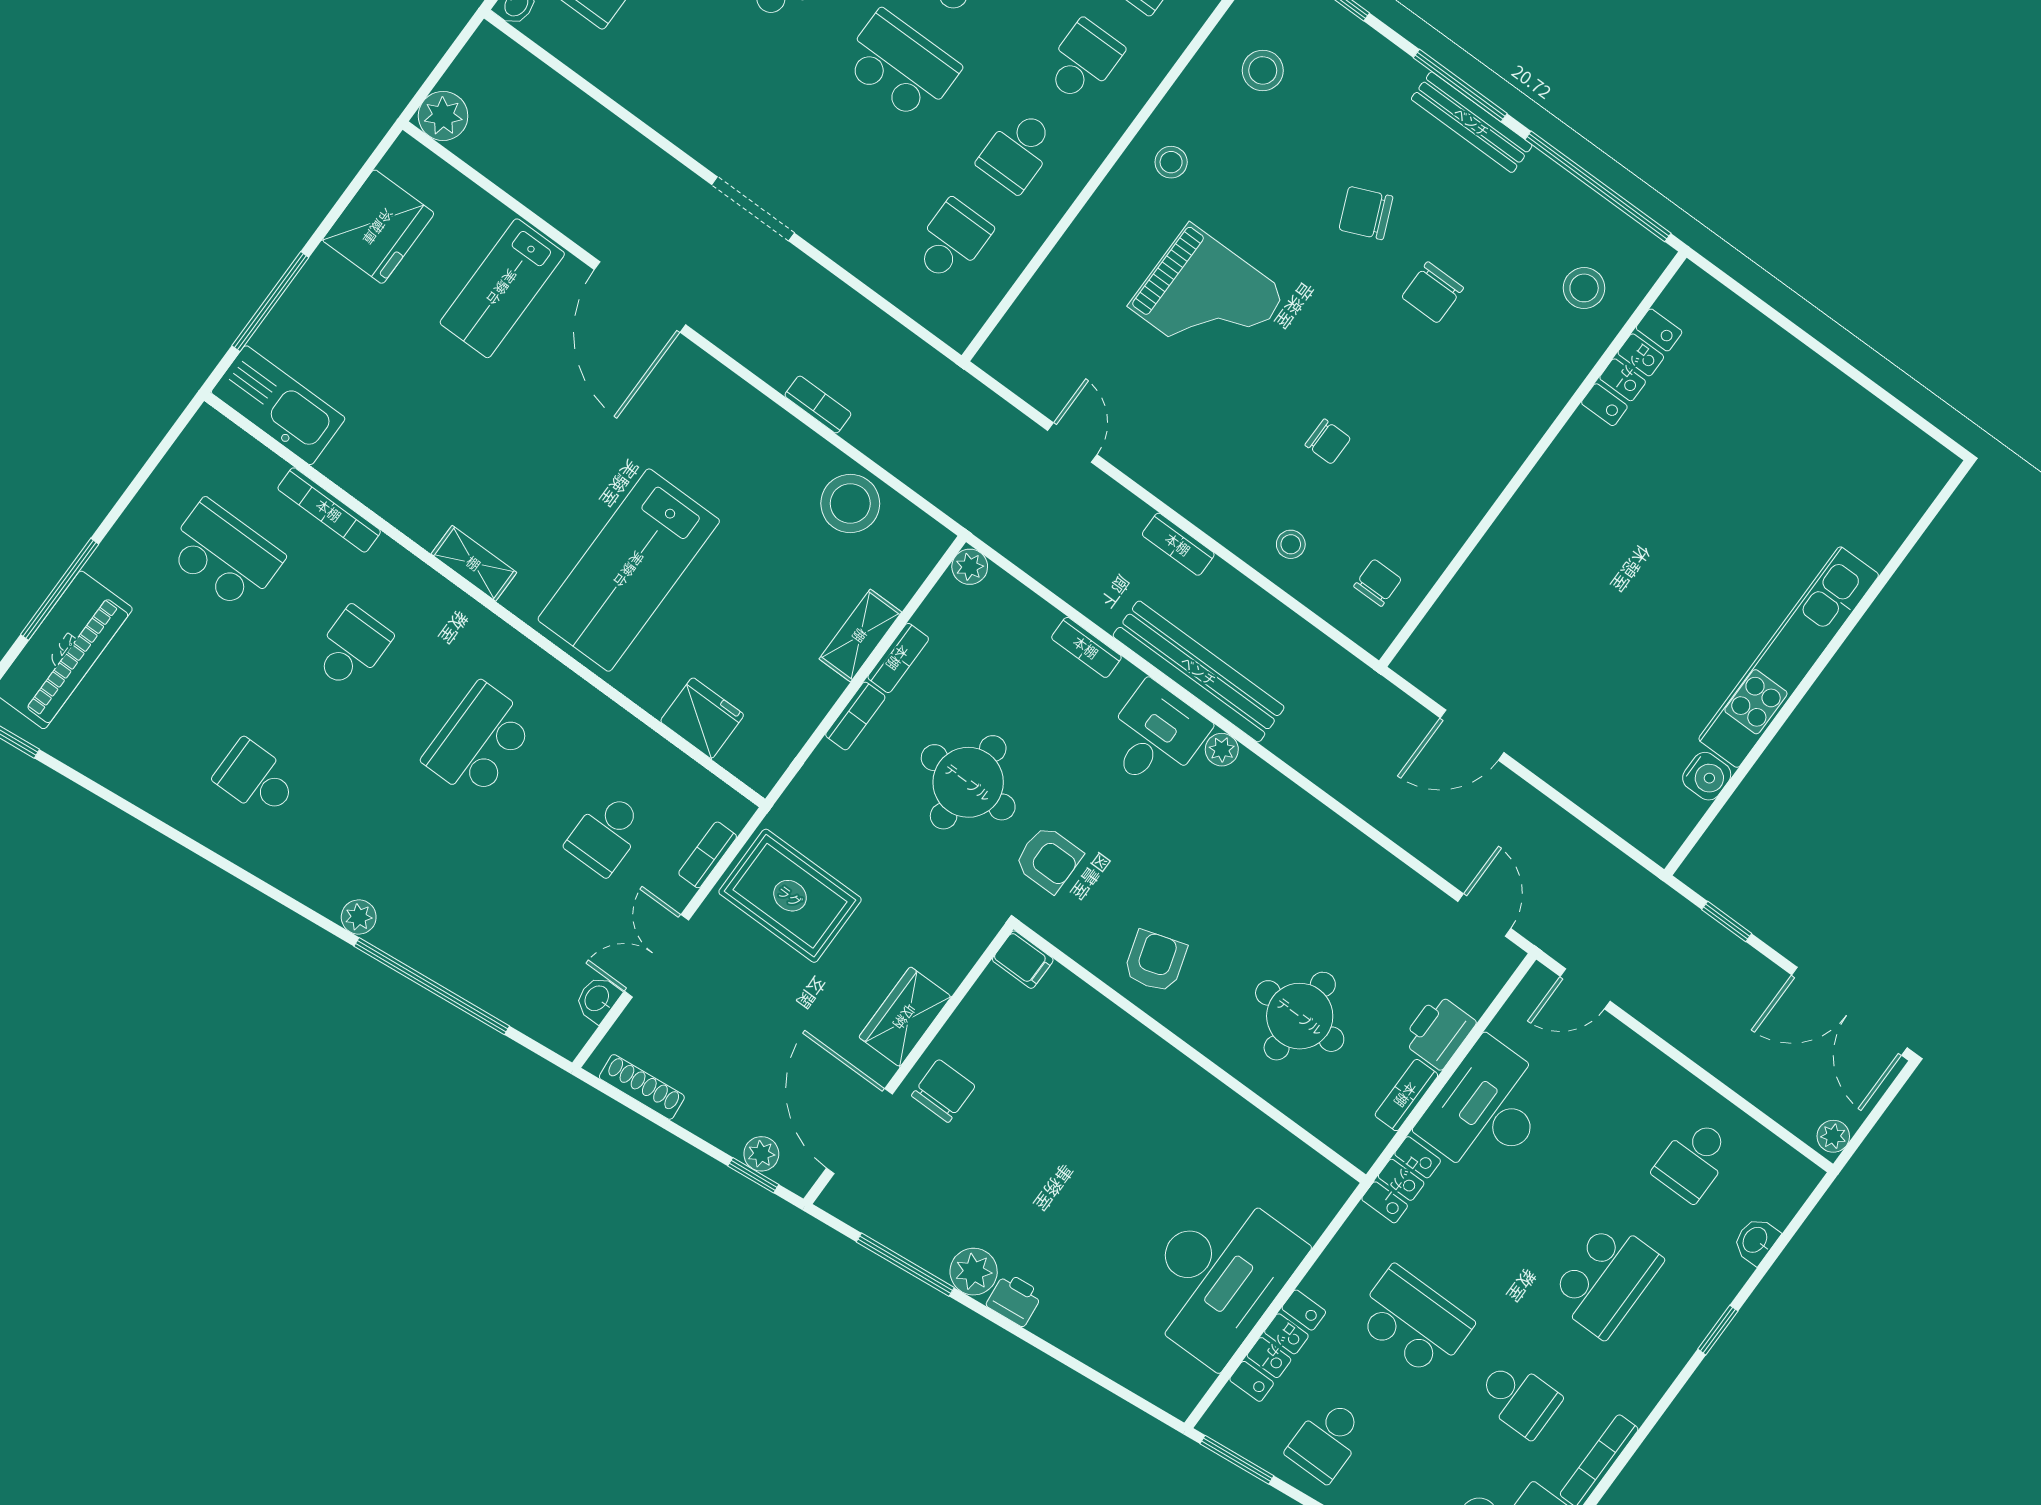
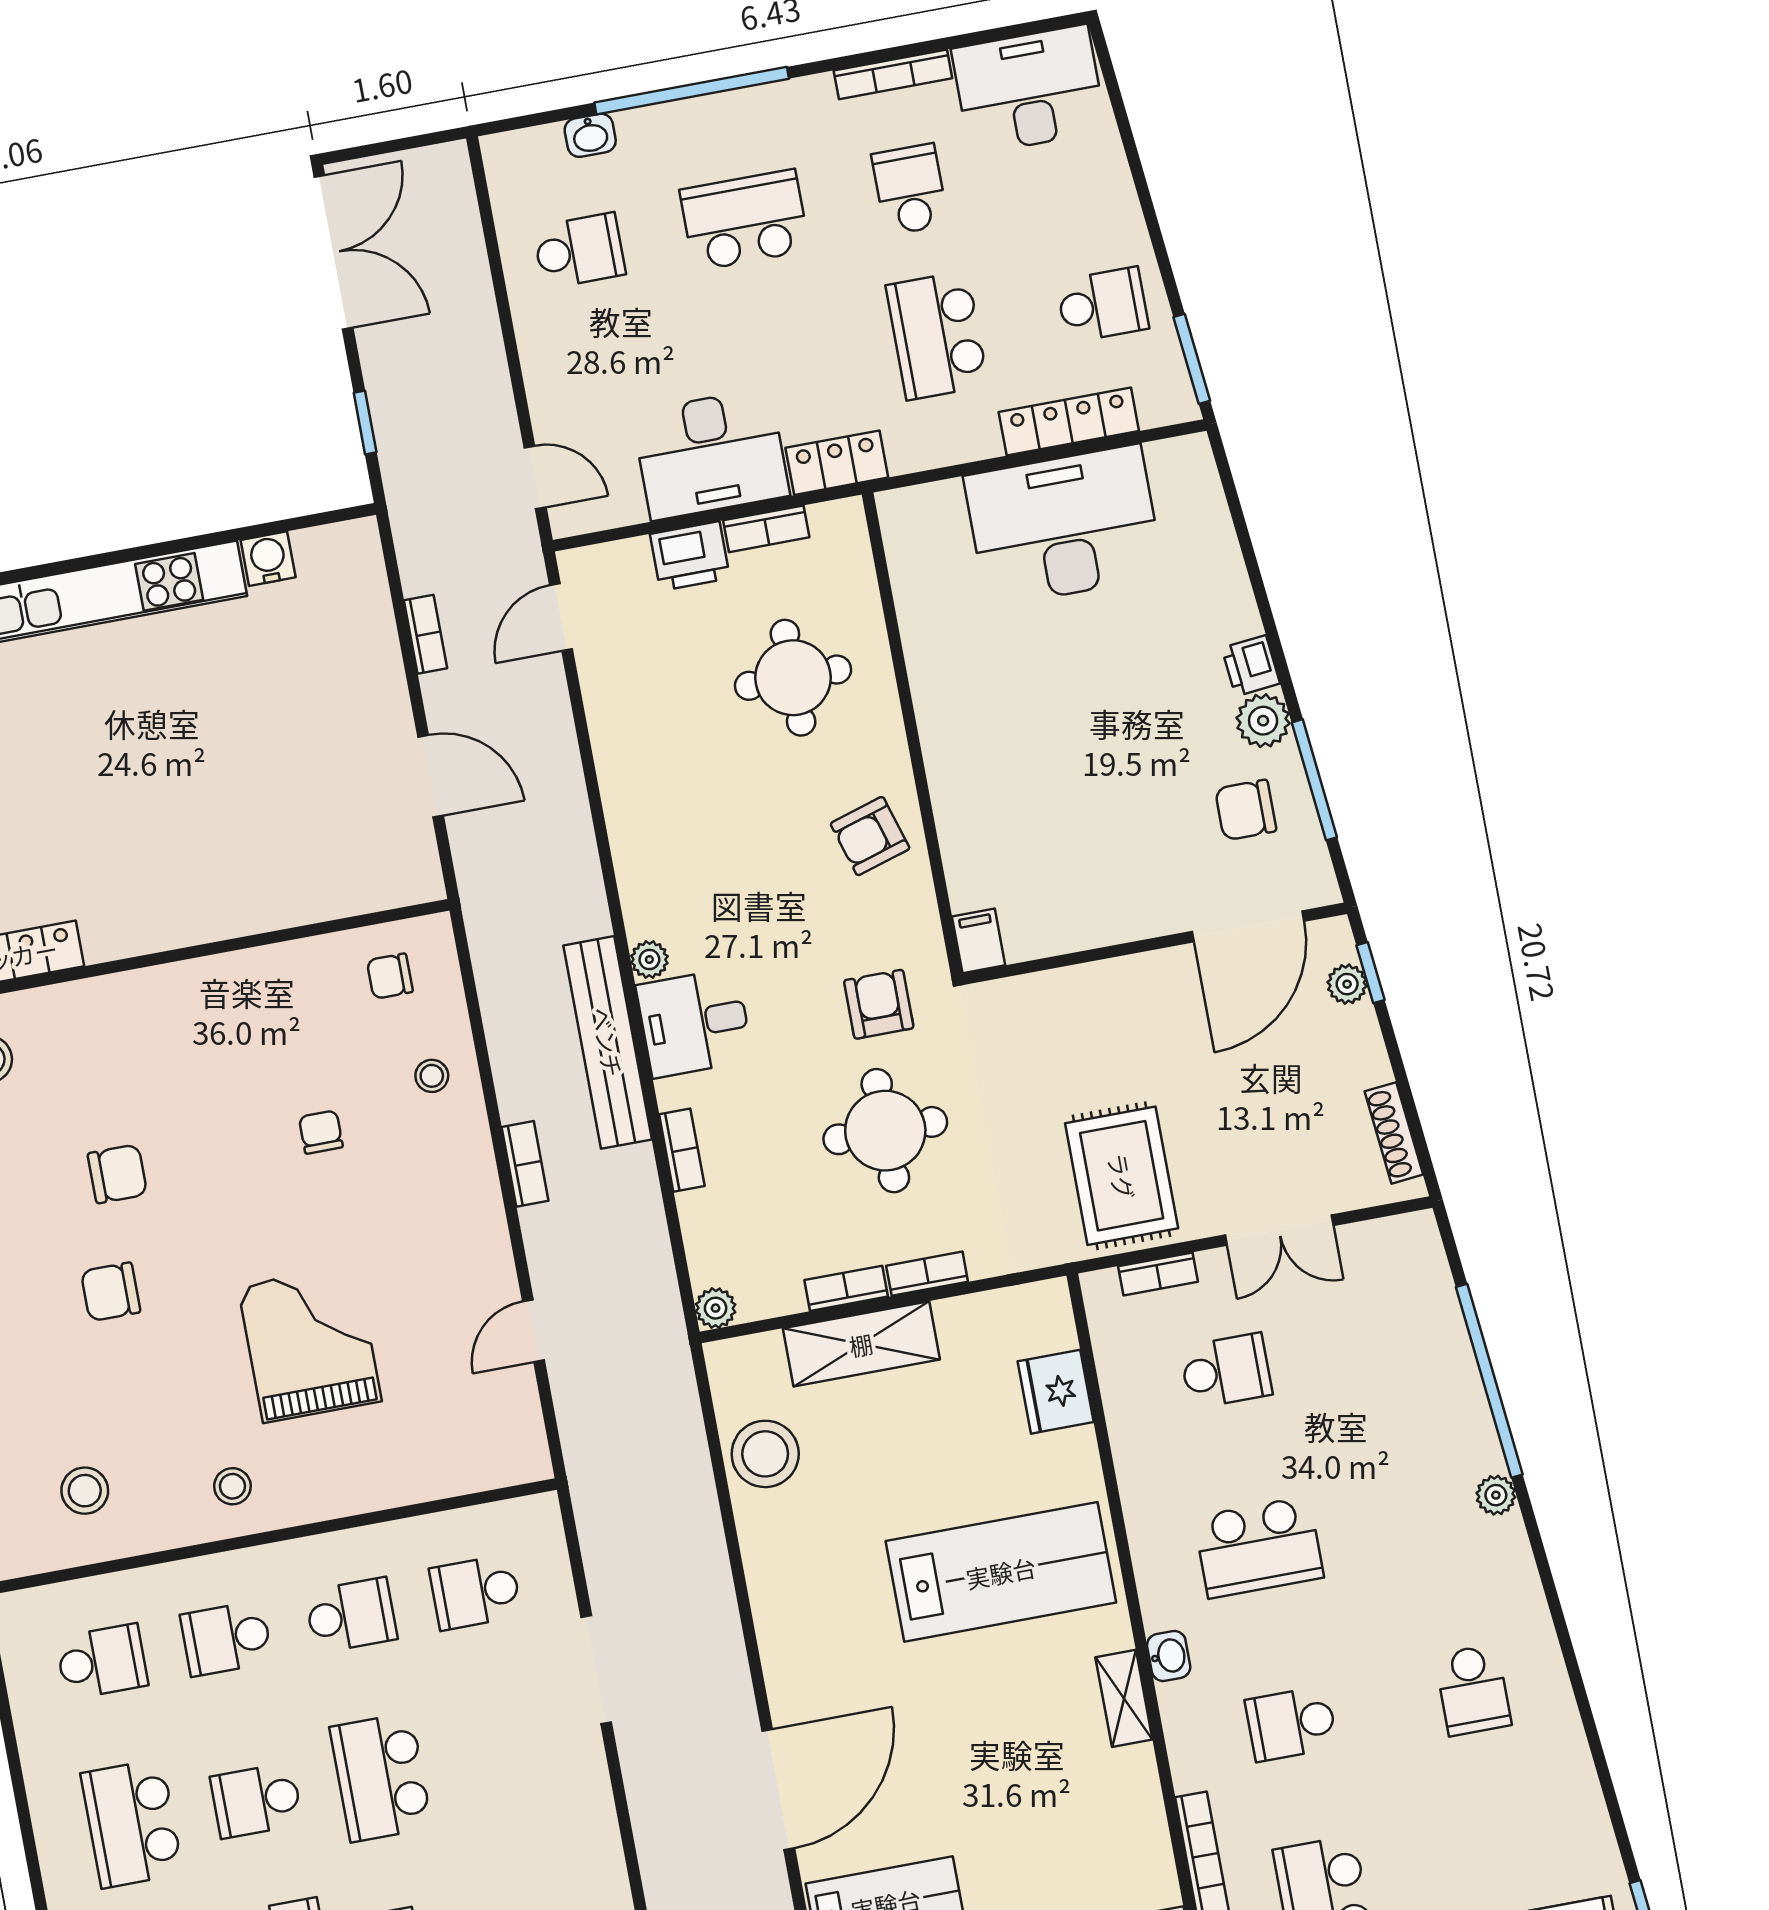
doorway: (753, 209) -> (596, 1670), moved
chair: (1366, 213) -> (111, 1292), turned 113
bookcase: (818, 405) -> (426, 634), moved, turned 180
shelving: (860, 636) -> (861, 1344), width x1.50, depth x1.33
washbasin: (598, 999) -> (1169, 1656), moved, turned -90
wardrobe: (905, 1017) -> (1121, 985), removed
chair: (943, 1091) -> (1246, 810), moved
plant: (1833, 1136) -> (444, 161), removed
window: (1718, 1330) -> (692, 91), width x3.17

